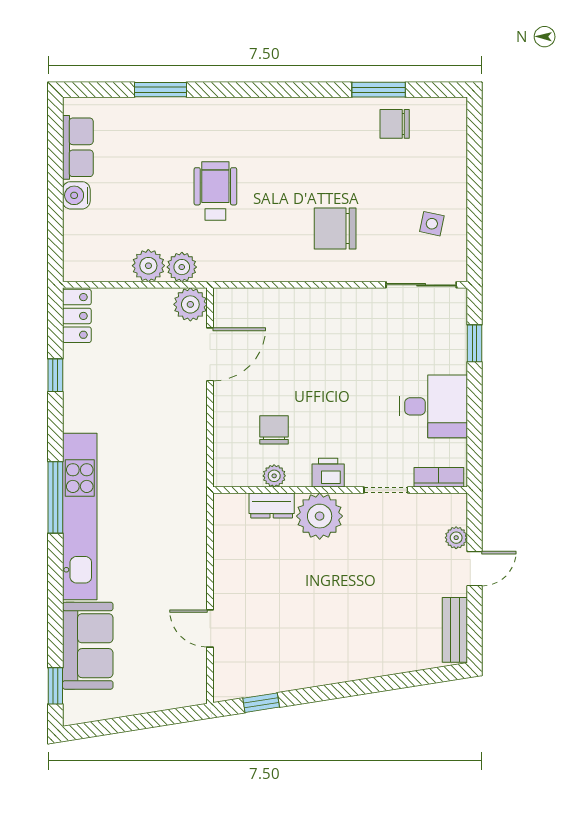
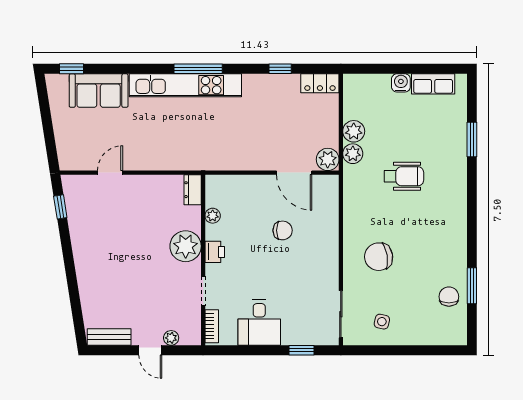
chair: (335, 229) -> (379, 257), turned -99
chair: (274, 430) -> (283, 230), moved
dresser: (272, 506) -> (193, 190), moved

